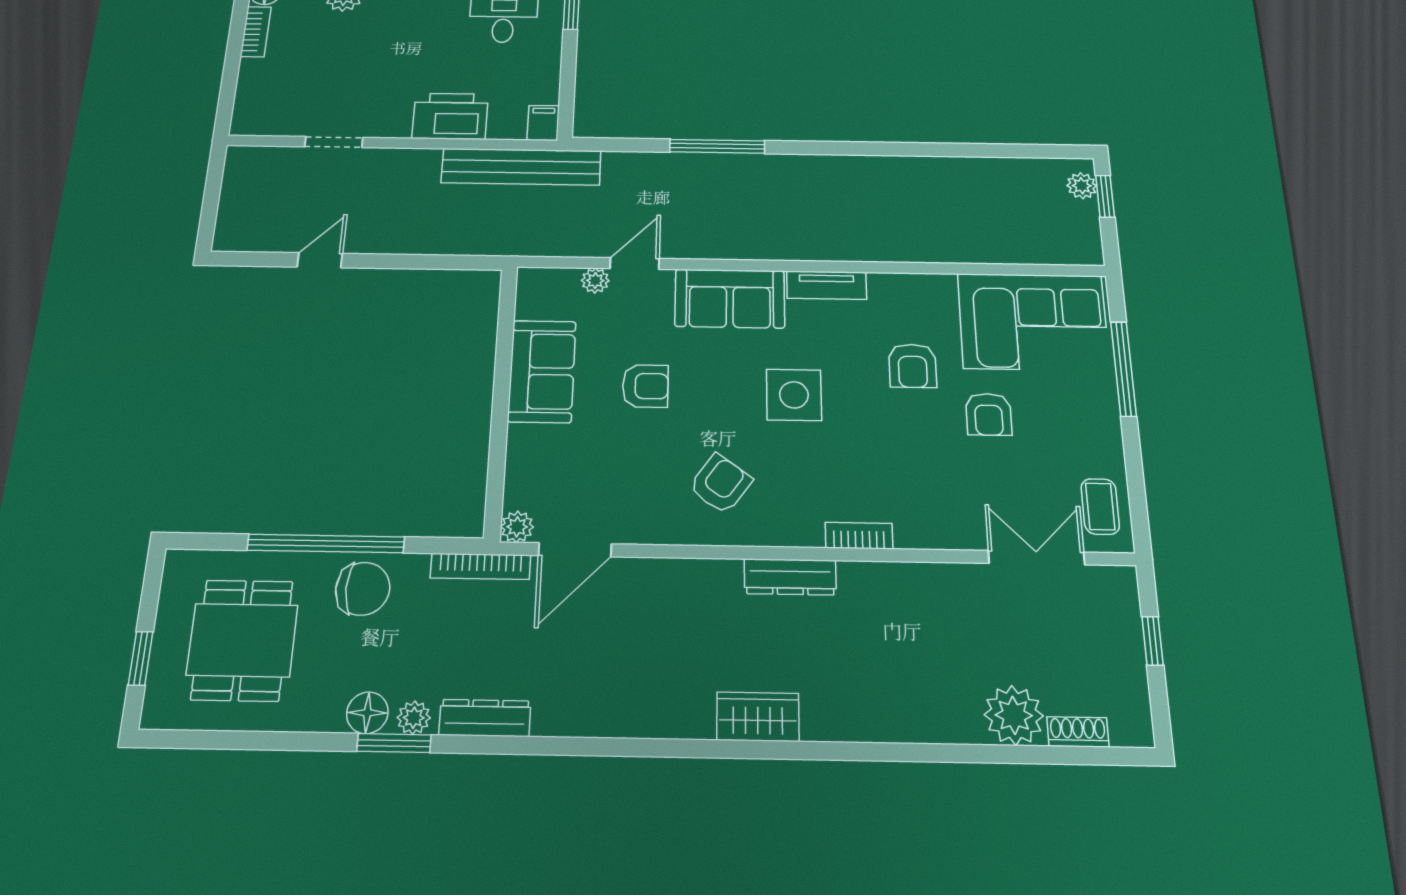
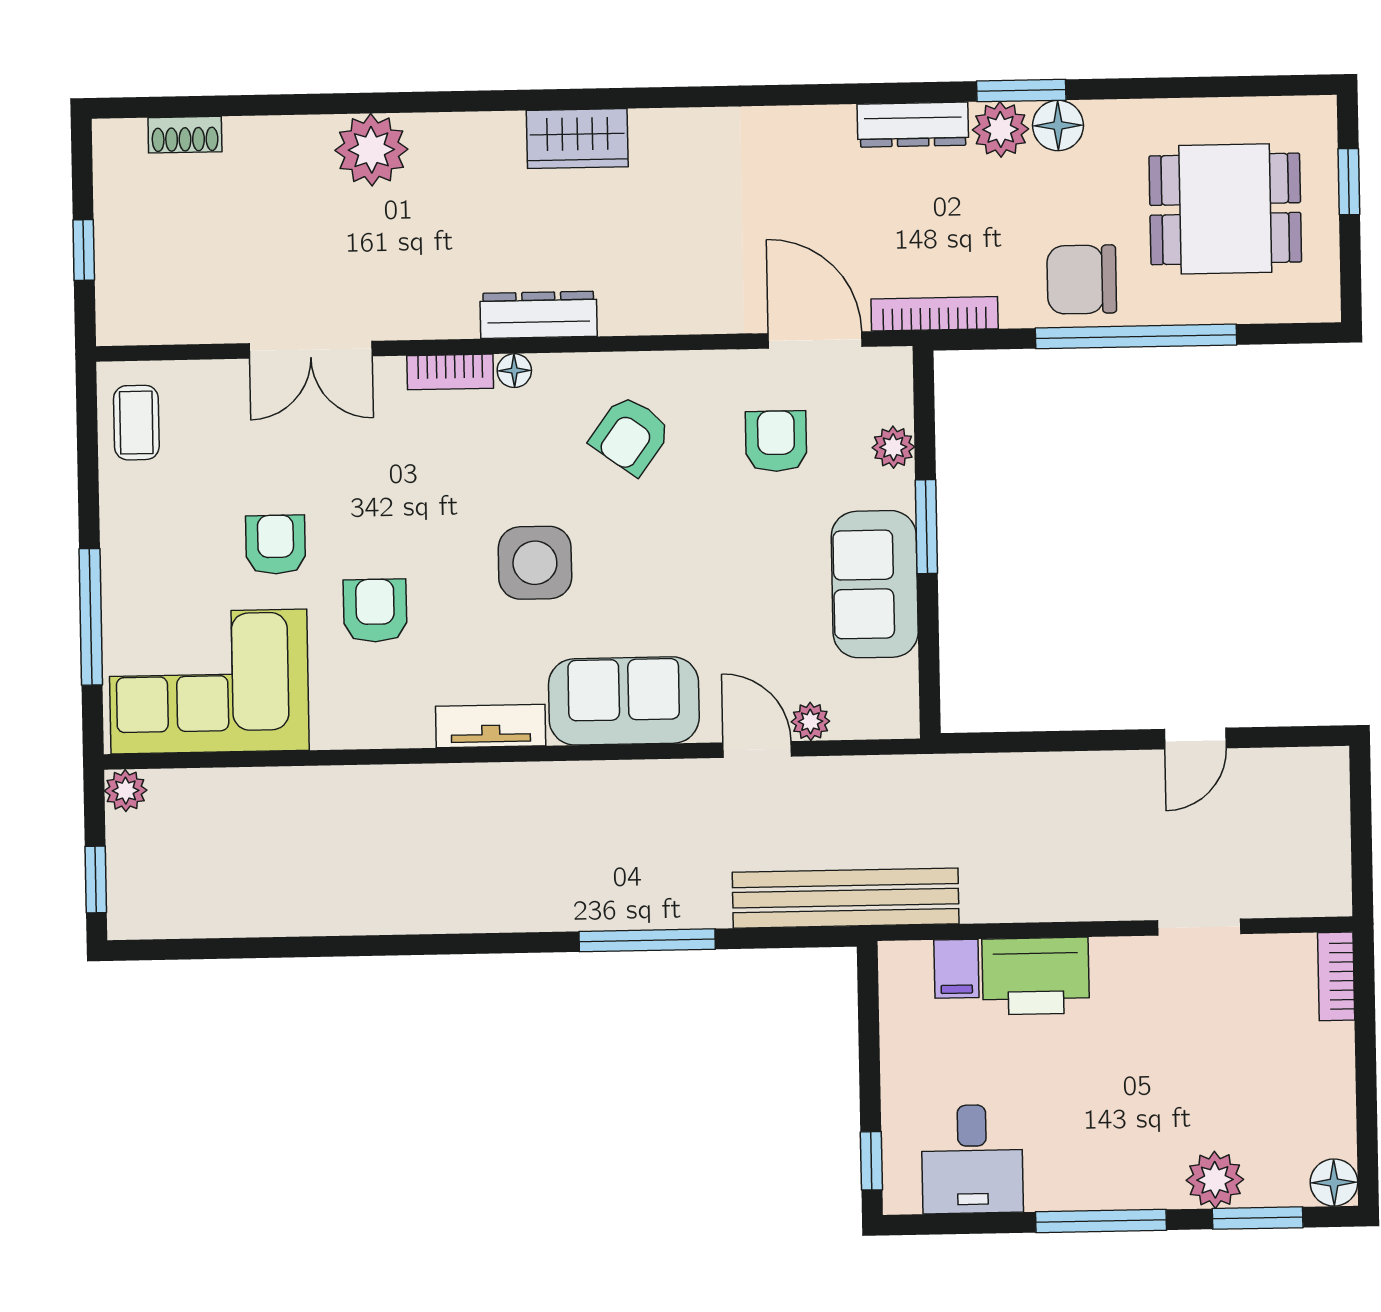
bookcase: (256, 32) -> (1336, 976), moved
filing cabinet: (543, 123) -> (956, 969), moved
bench: (521, 167) -> (846, 898), moved
plant: (1082, 186) -> (126, 791), moved
door: (635, 264) -> (757, 750), swing flipped
armchair: (645, 386) -> (776, 441), moved, turned 90
window: (500, 410) -> (926, 527), added
plant: (517, 527) -> (893, 447), moved
floor lamp: (809, 535) -> (514, 371), added
door: (575, 550) -> (815, 340), hinge flipped
double door: (1037, 558) -> (311, 350), moved
dining table: (242, 640) -> (1225, 209), turned 90
plant: (1014, 715) -> (371, 150), moved
plant: (414, 718) -> (1001, 129), width x1.38, depth x1.38

